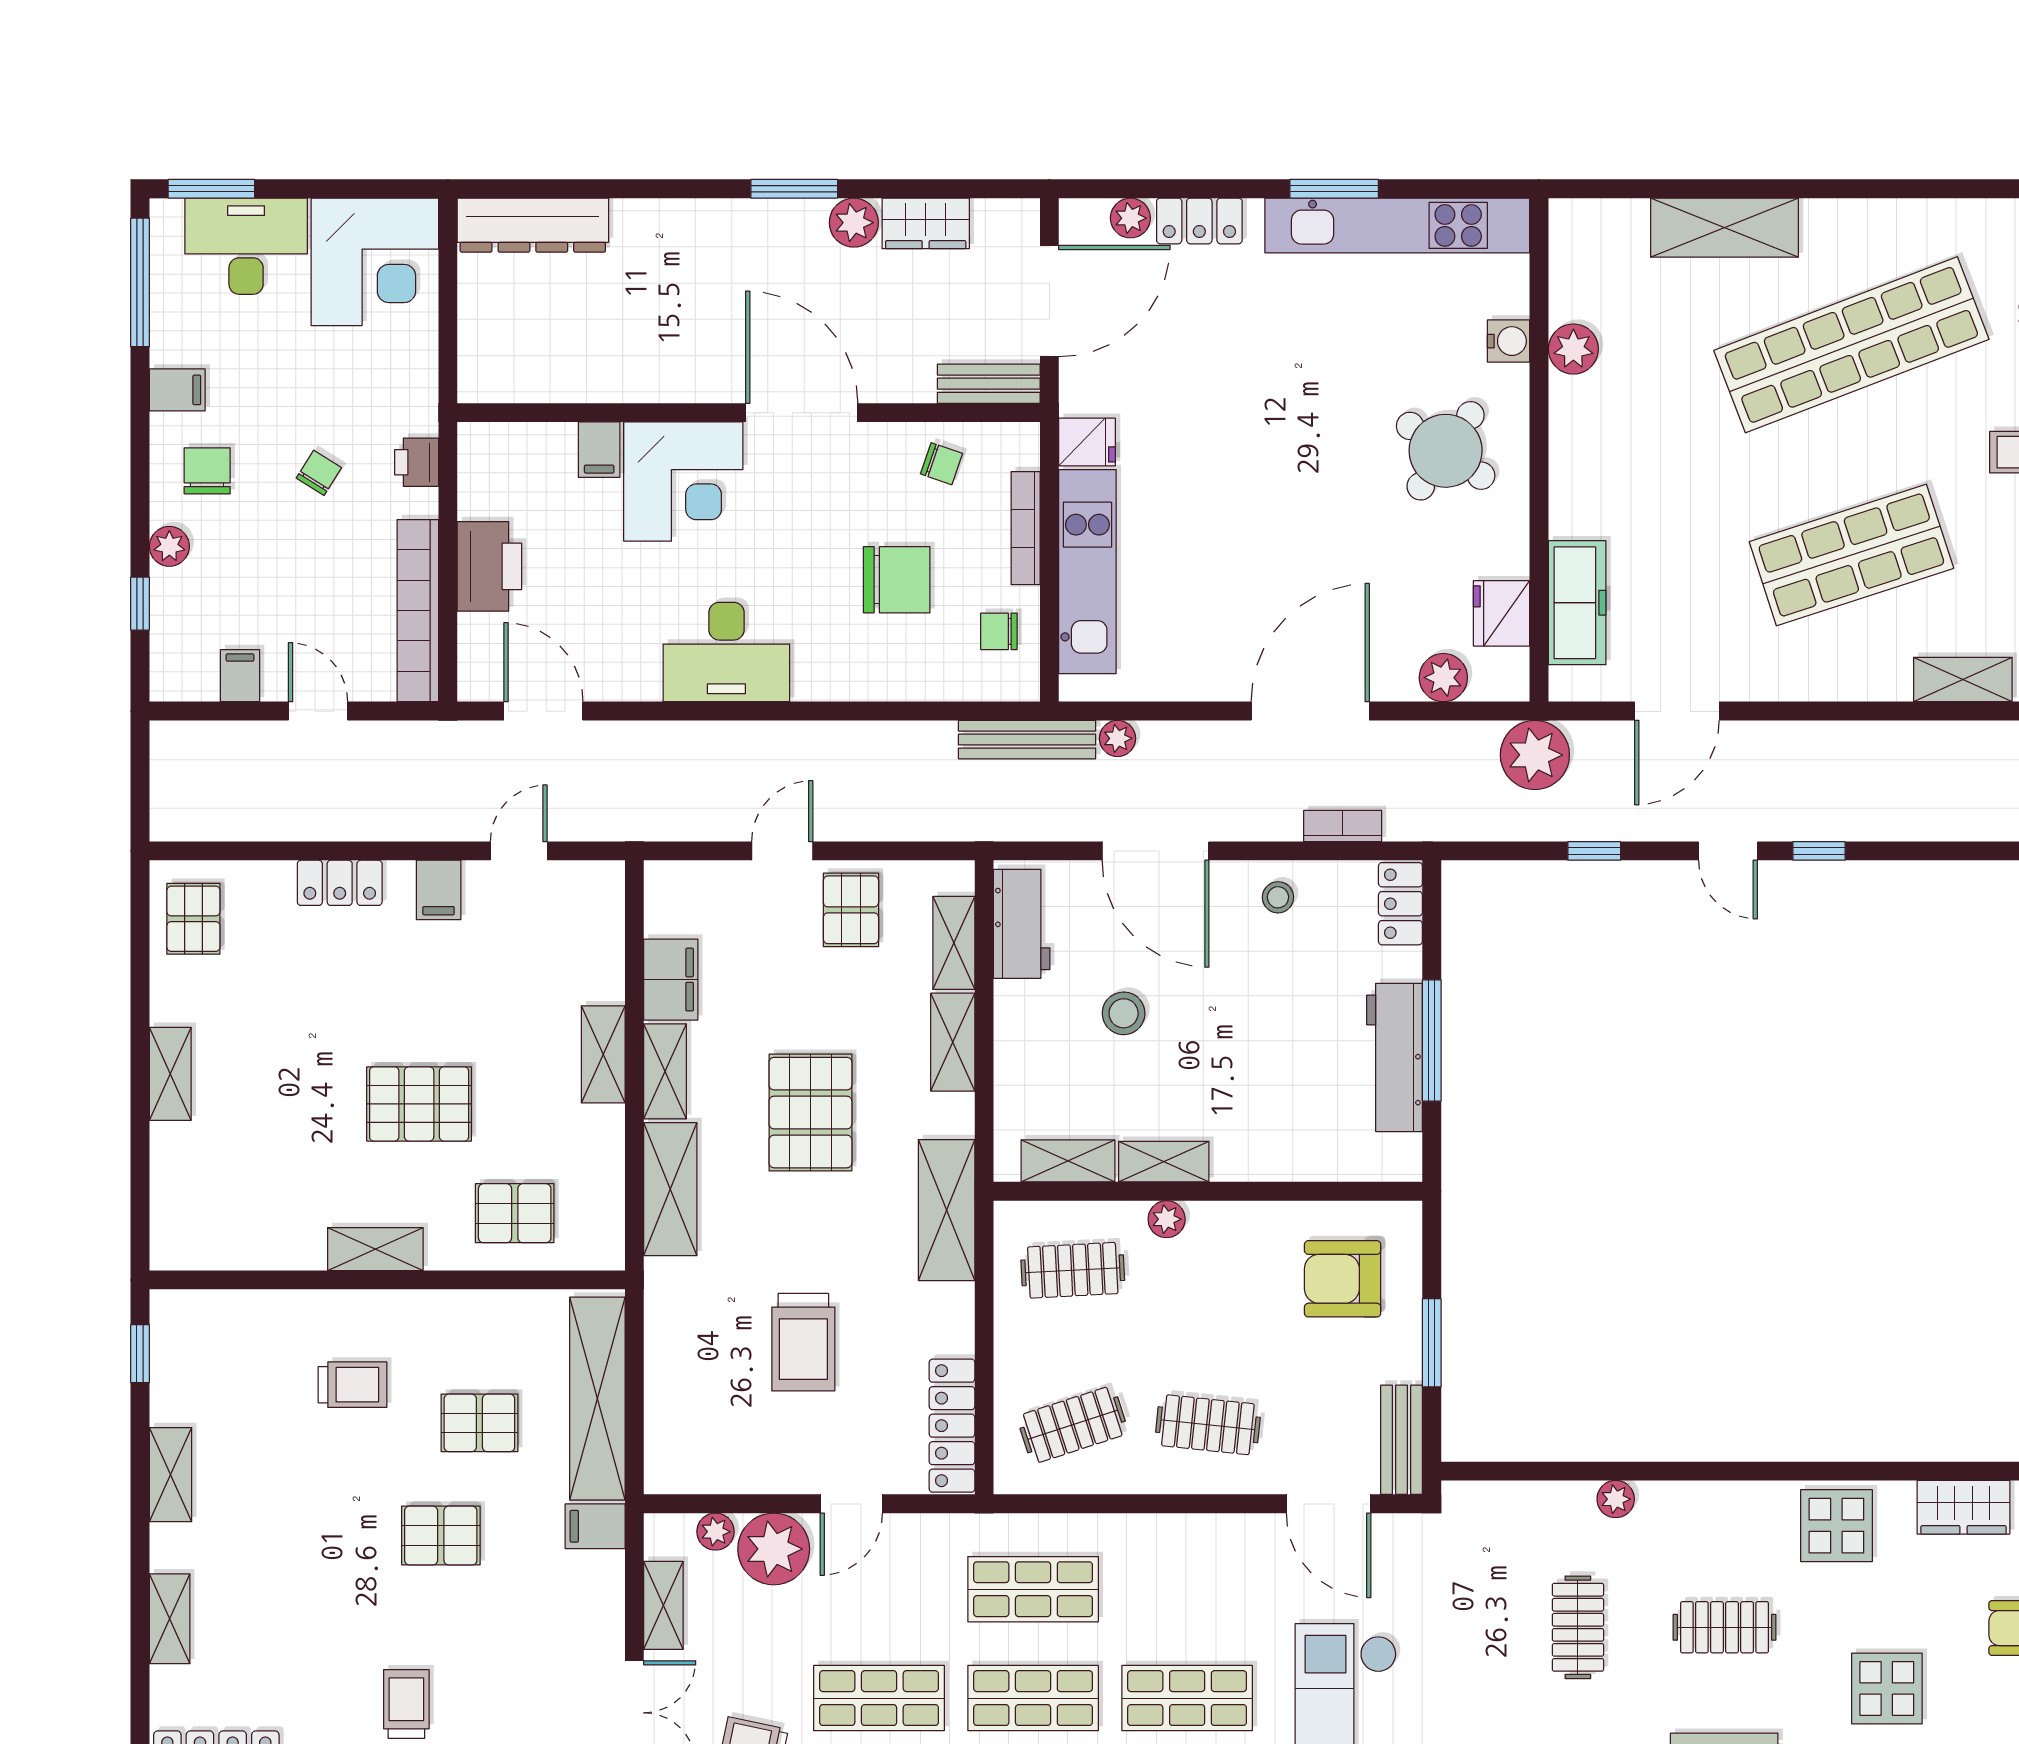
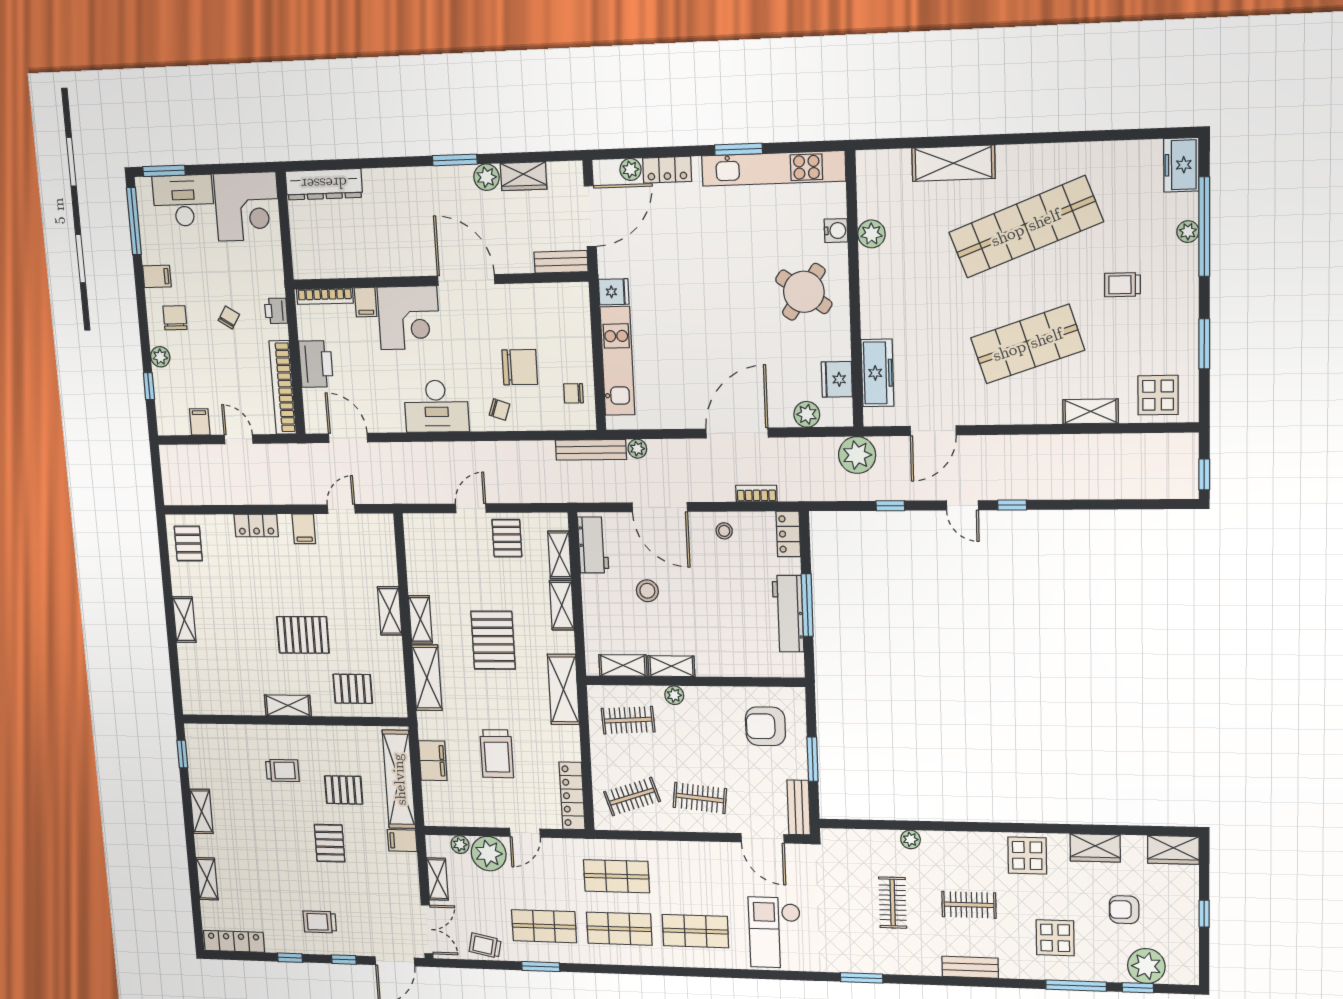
chair: (941, 464) -> (499, 410), moved
bookcase: (1026, 528) -> (325, 296), moved, turned -90
filing cabinet: (671, 980) -> (433, 761), moved
pallet: (441, 1536) -> (330, 843), turned 90
trolley: (406, 1704) -> (320, 922), turned -90

